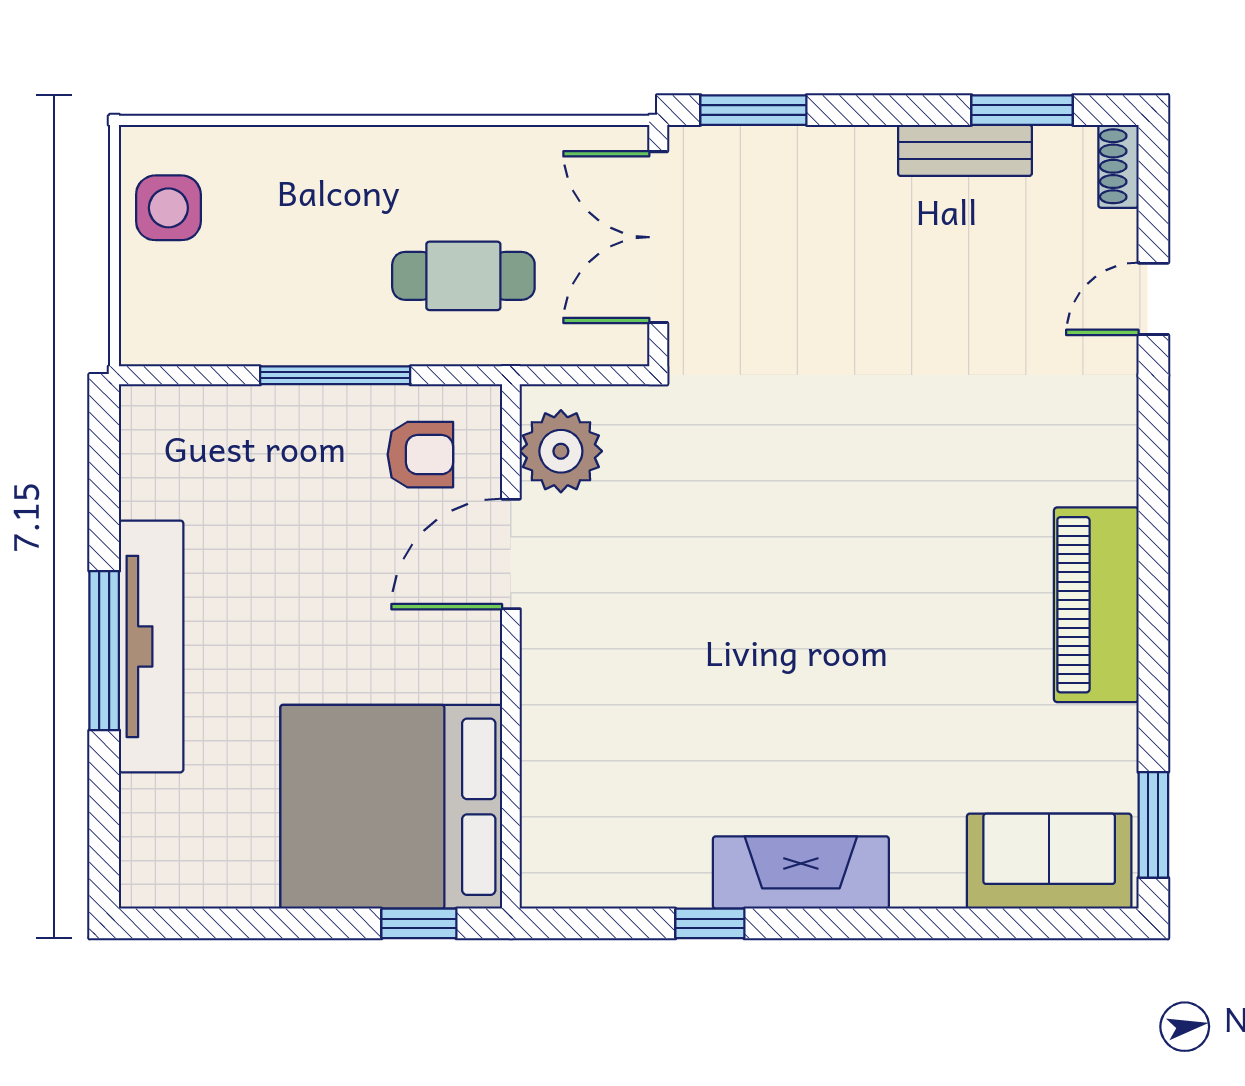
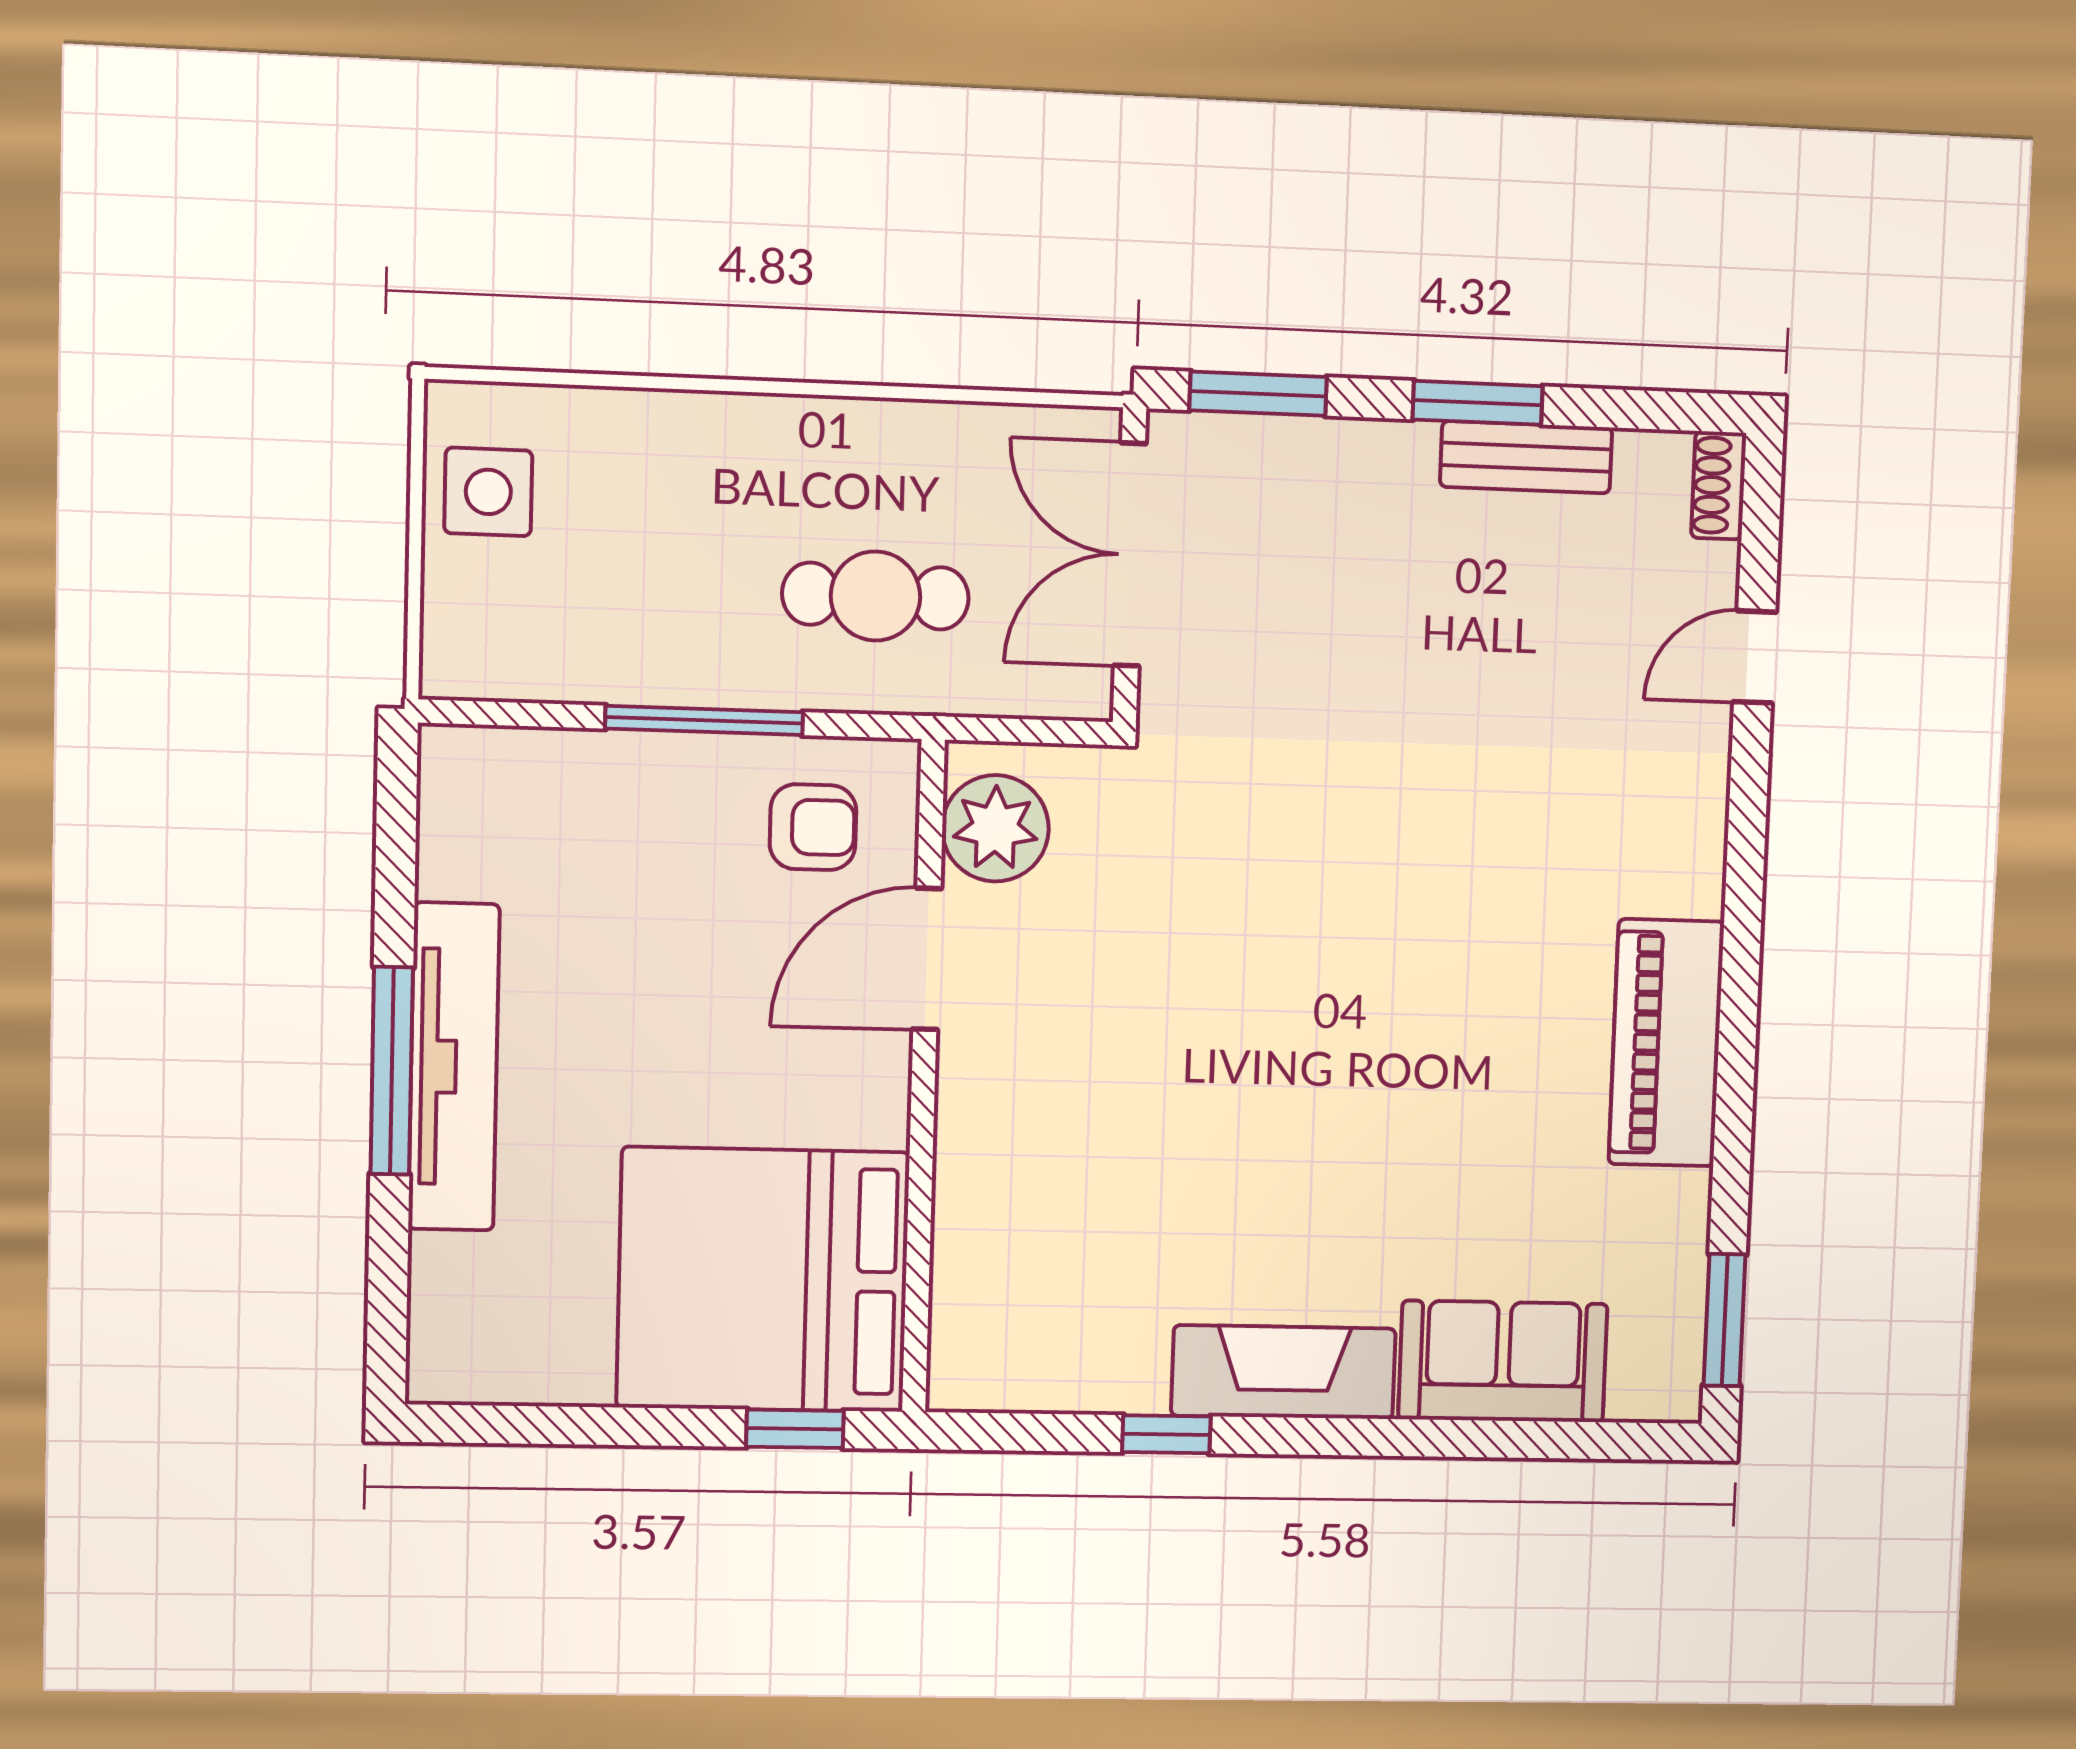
window: (1022, 110) -> (1478, 403), moved
sofa: (1049, 861) -> (1503, 1361), moved

